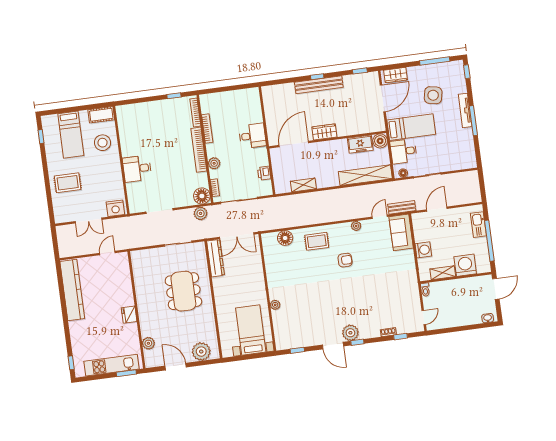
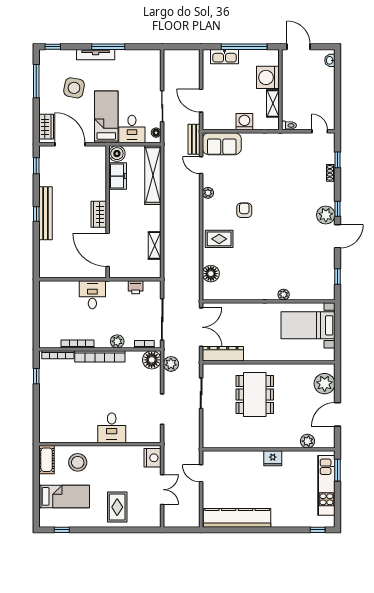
rug: (317, 241) -> (219, 239), turned 90
dining table: (183, 291) -> (255, 394), turned 90

